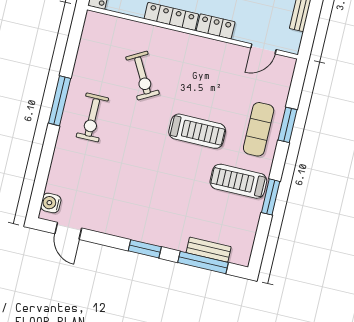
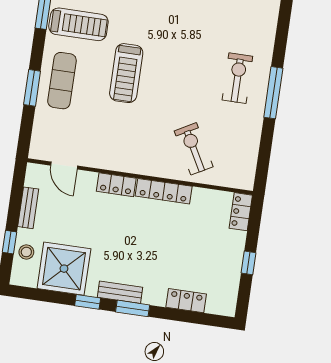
door: (263, 49) -> (64, 166), swing flipped
exercise bike: (143, 76) -> (194, 149), moved
treadmill: (197, 131) -> (126, 73), turned -90

